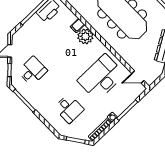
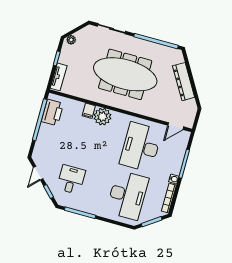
desk: (69, 109) -> (127, 195), width x1.87, depth x1.30

